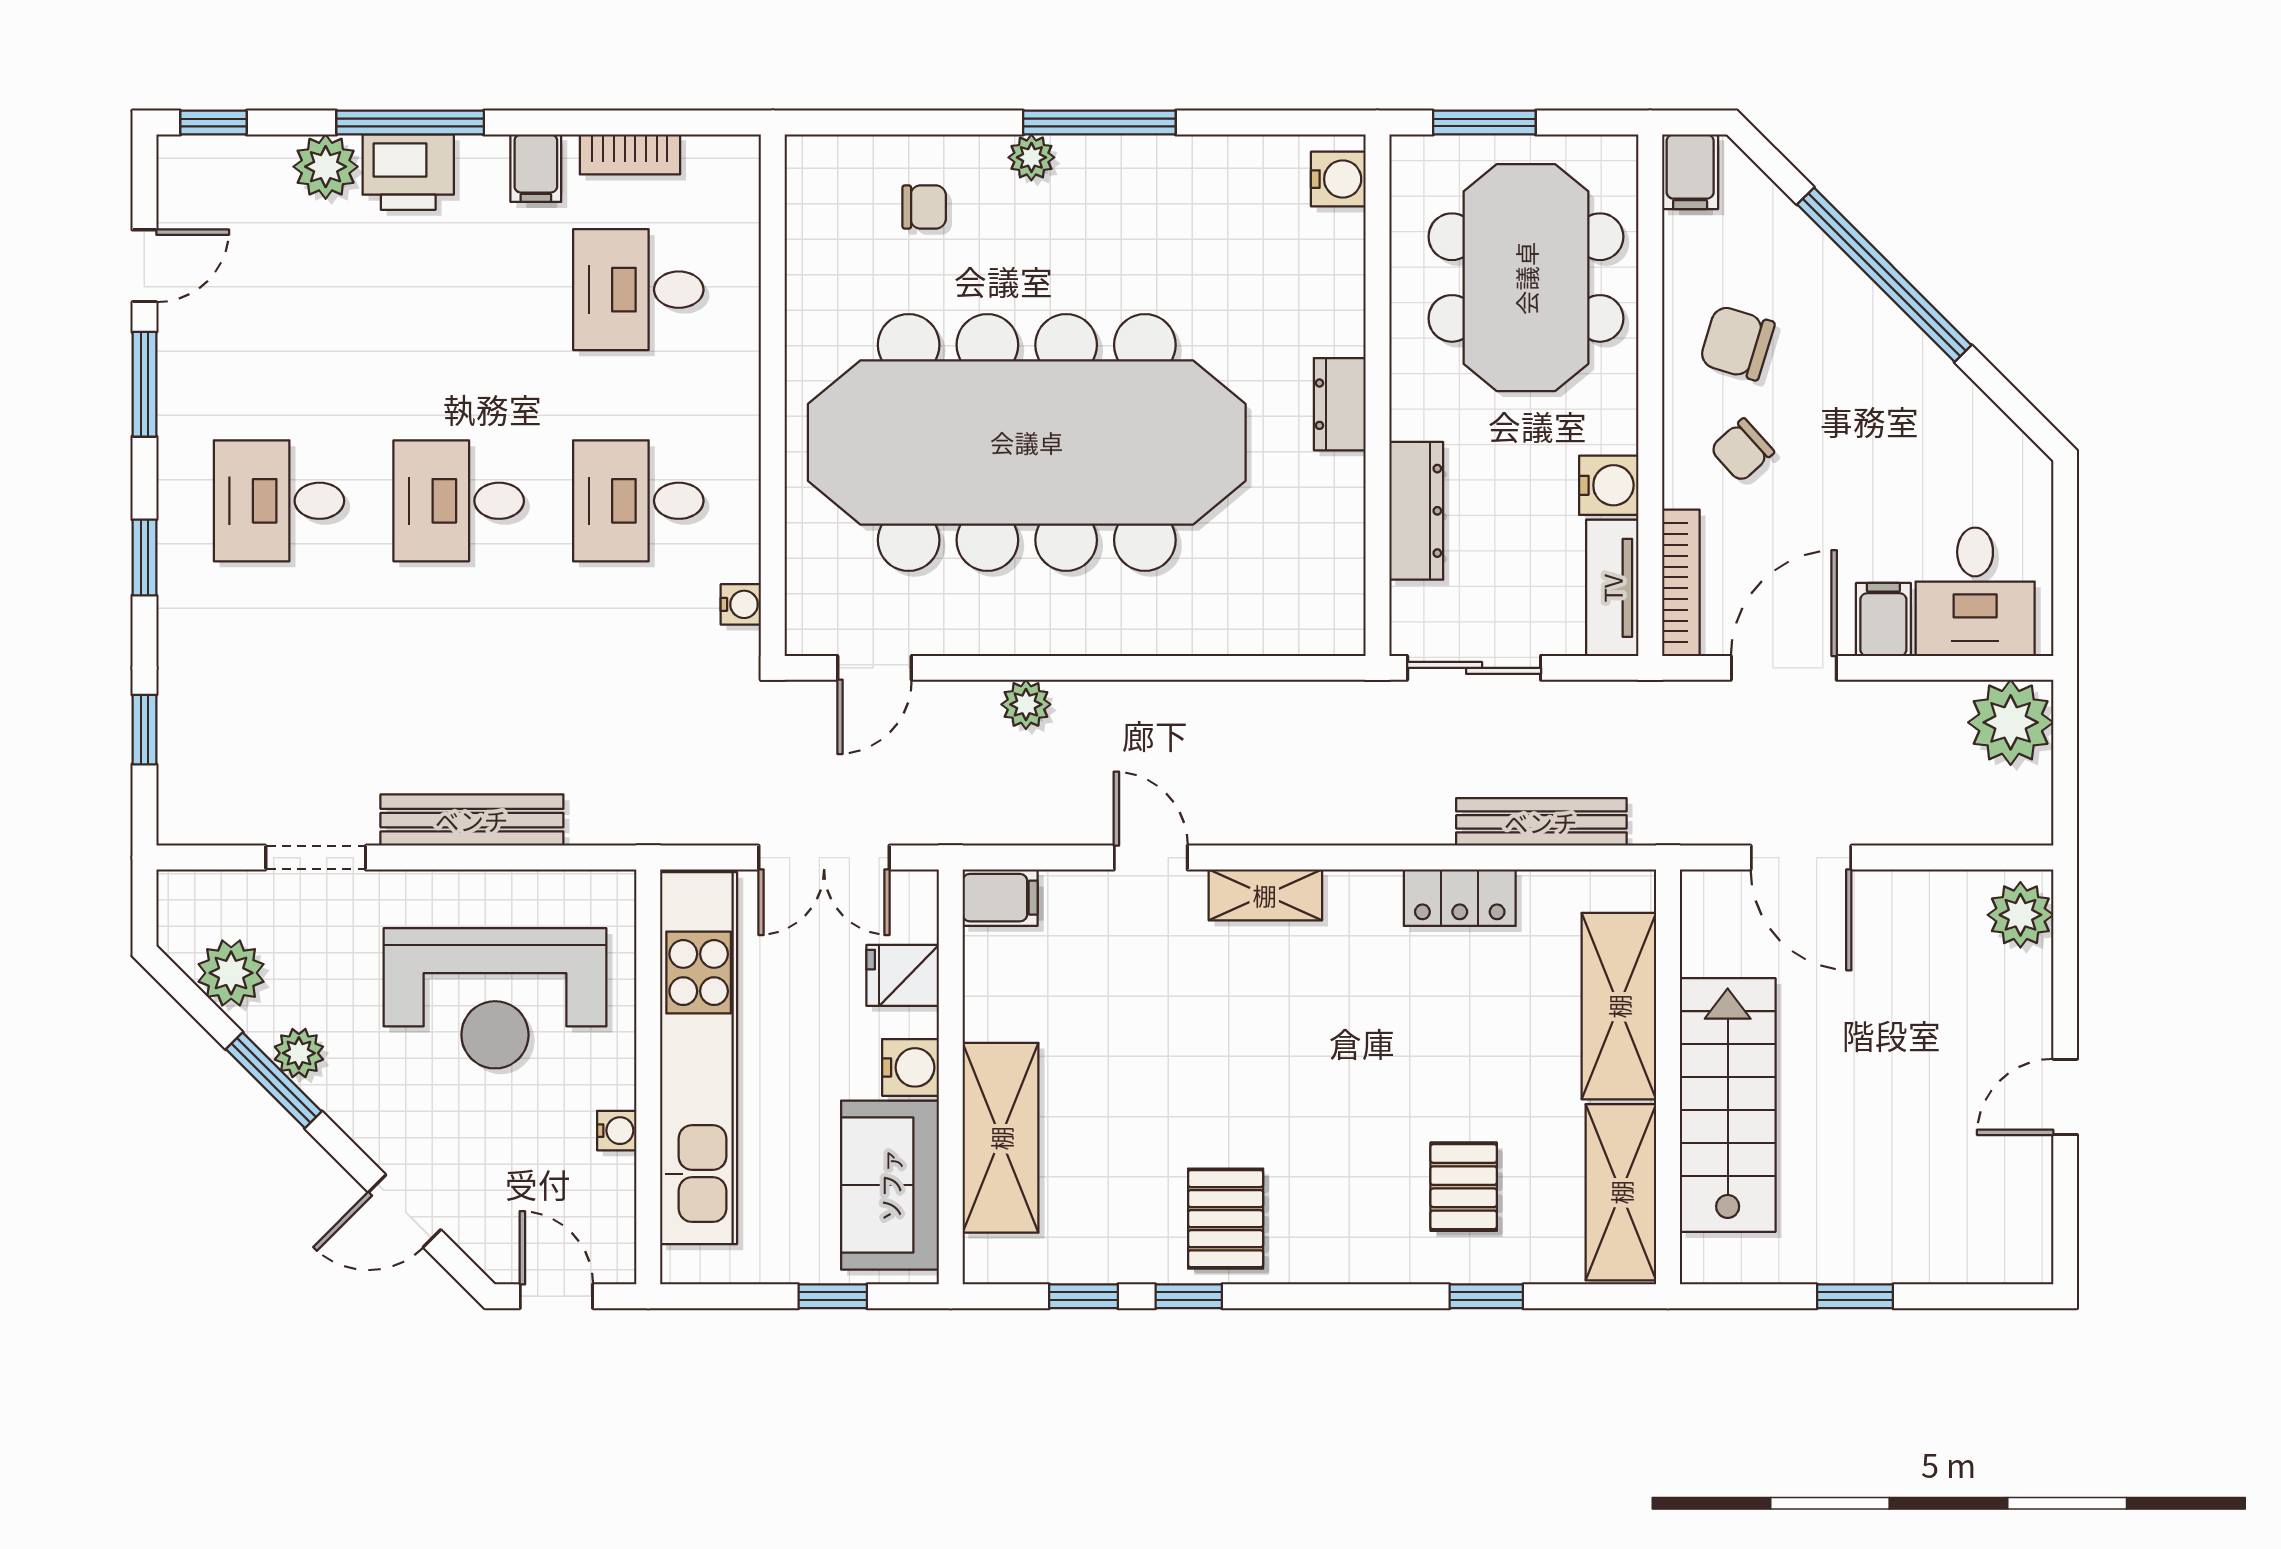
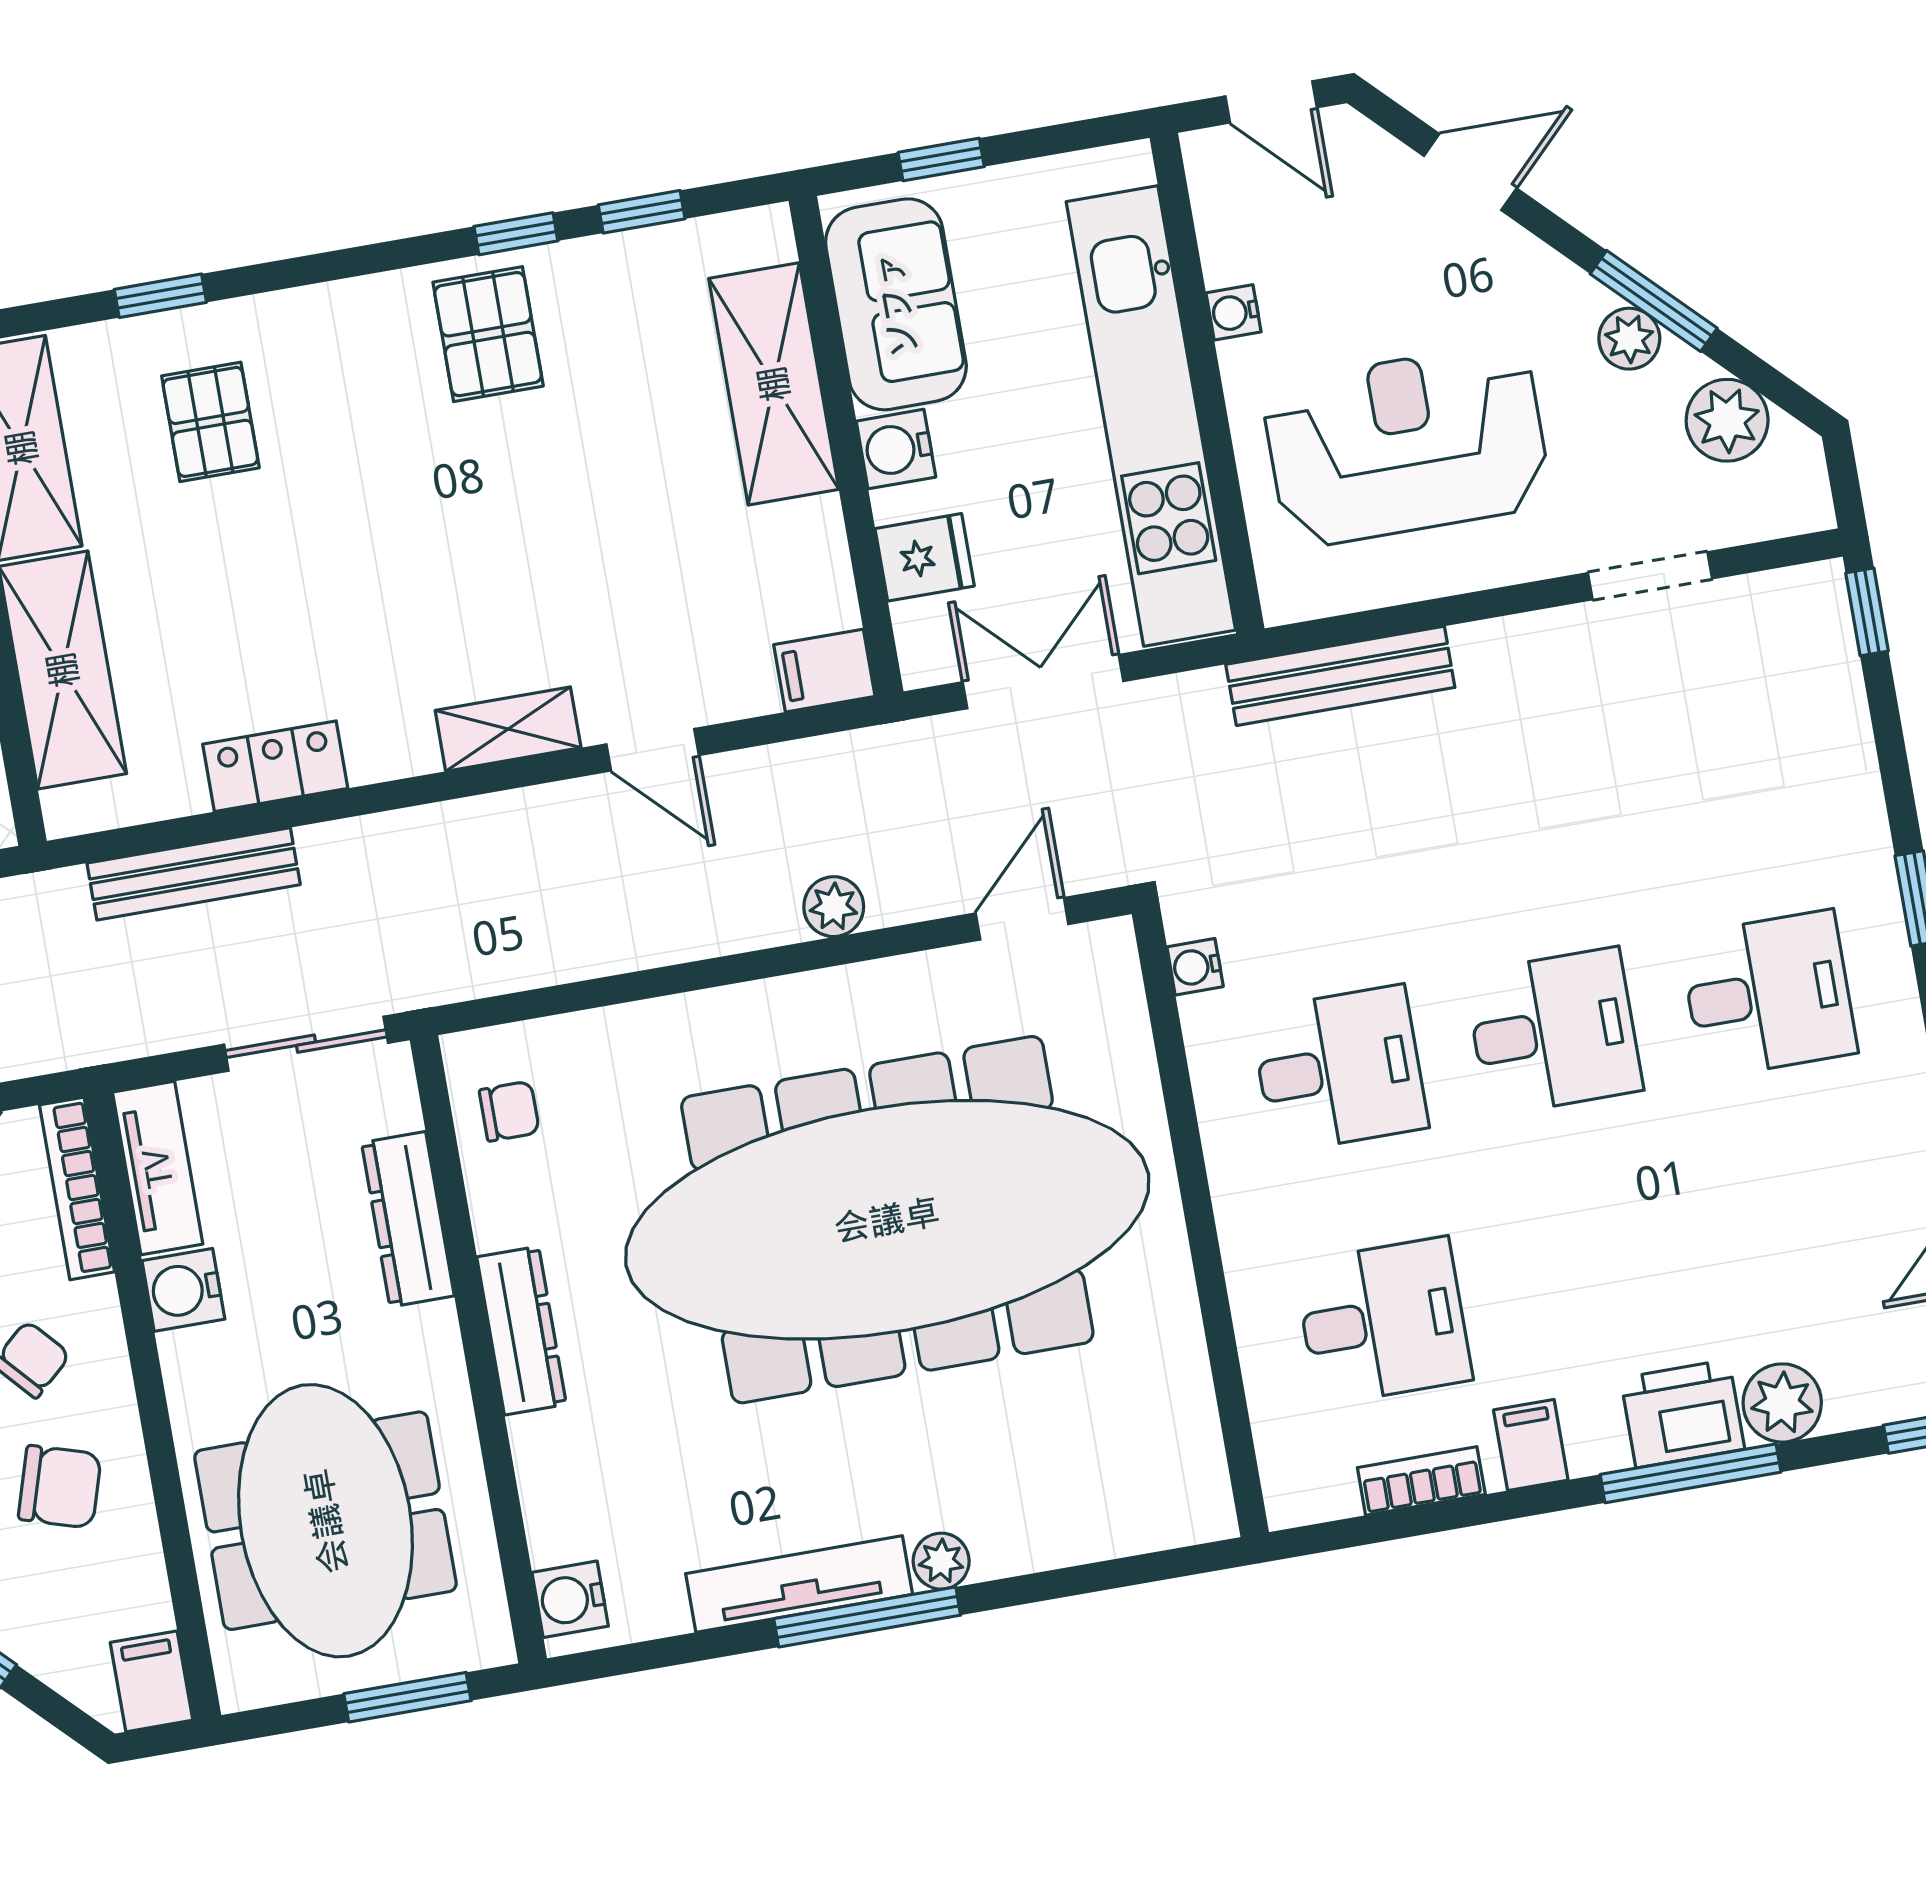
tv unit: (1150, 159) -> (799, 1584), added
chair: (924, 207) -> (509, 1111), moved, turned 180
dresser: (1340, 404) -> (522, 1331), width x1.44
window: (144, 730) -> (1867, 612), moved
bench: (472, 820) -> (1340, 676), moved

